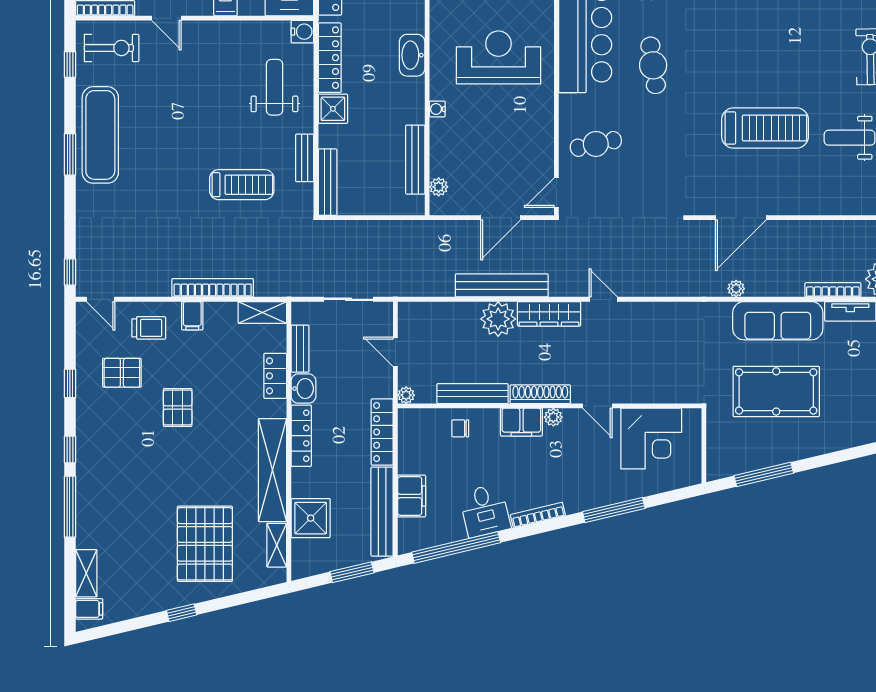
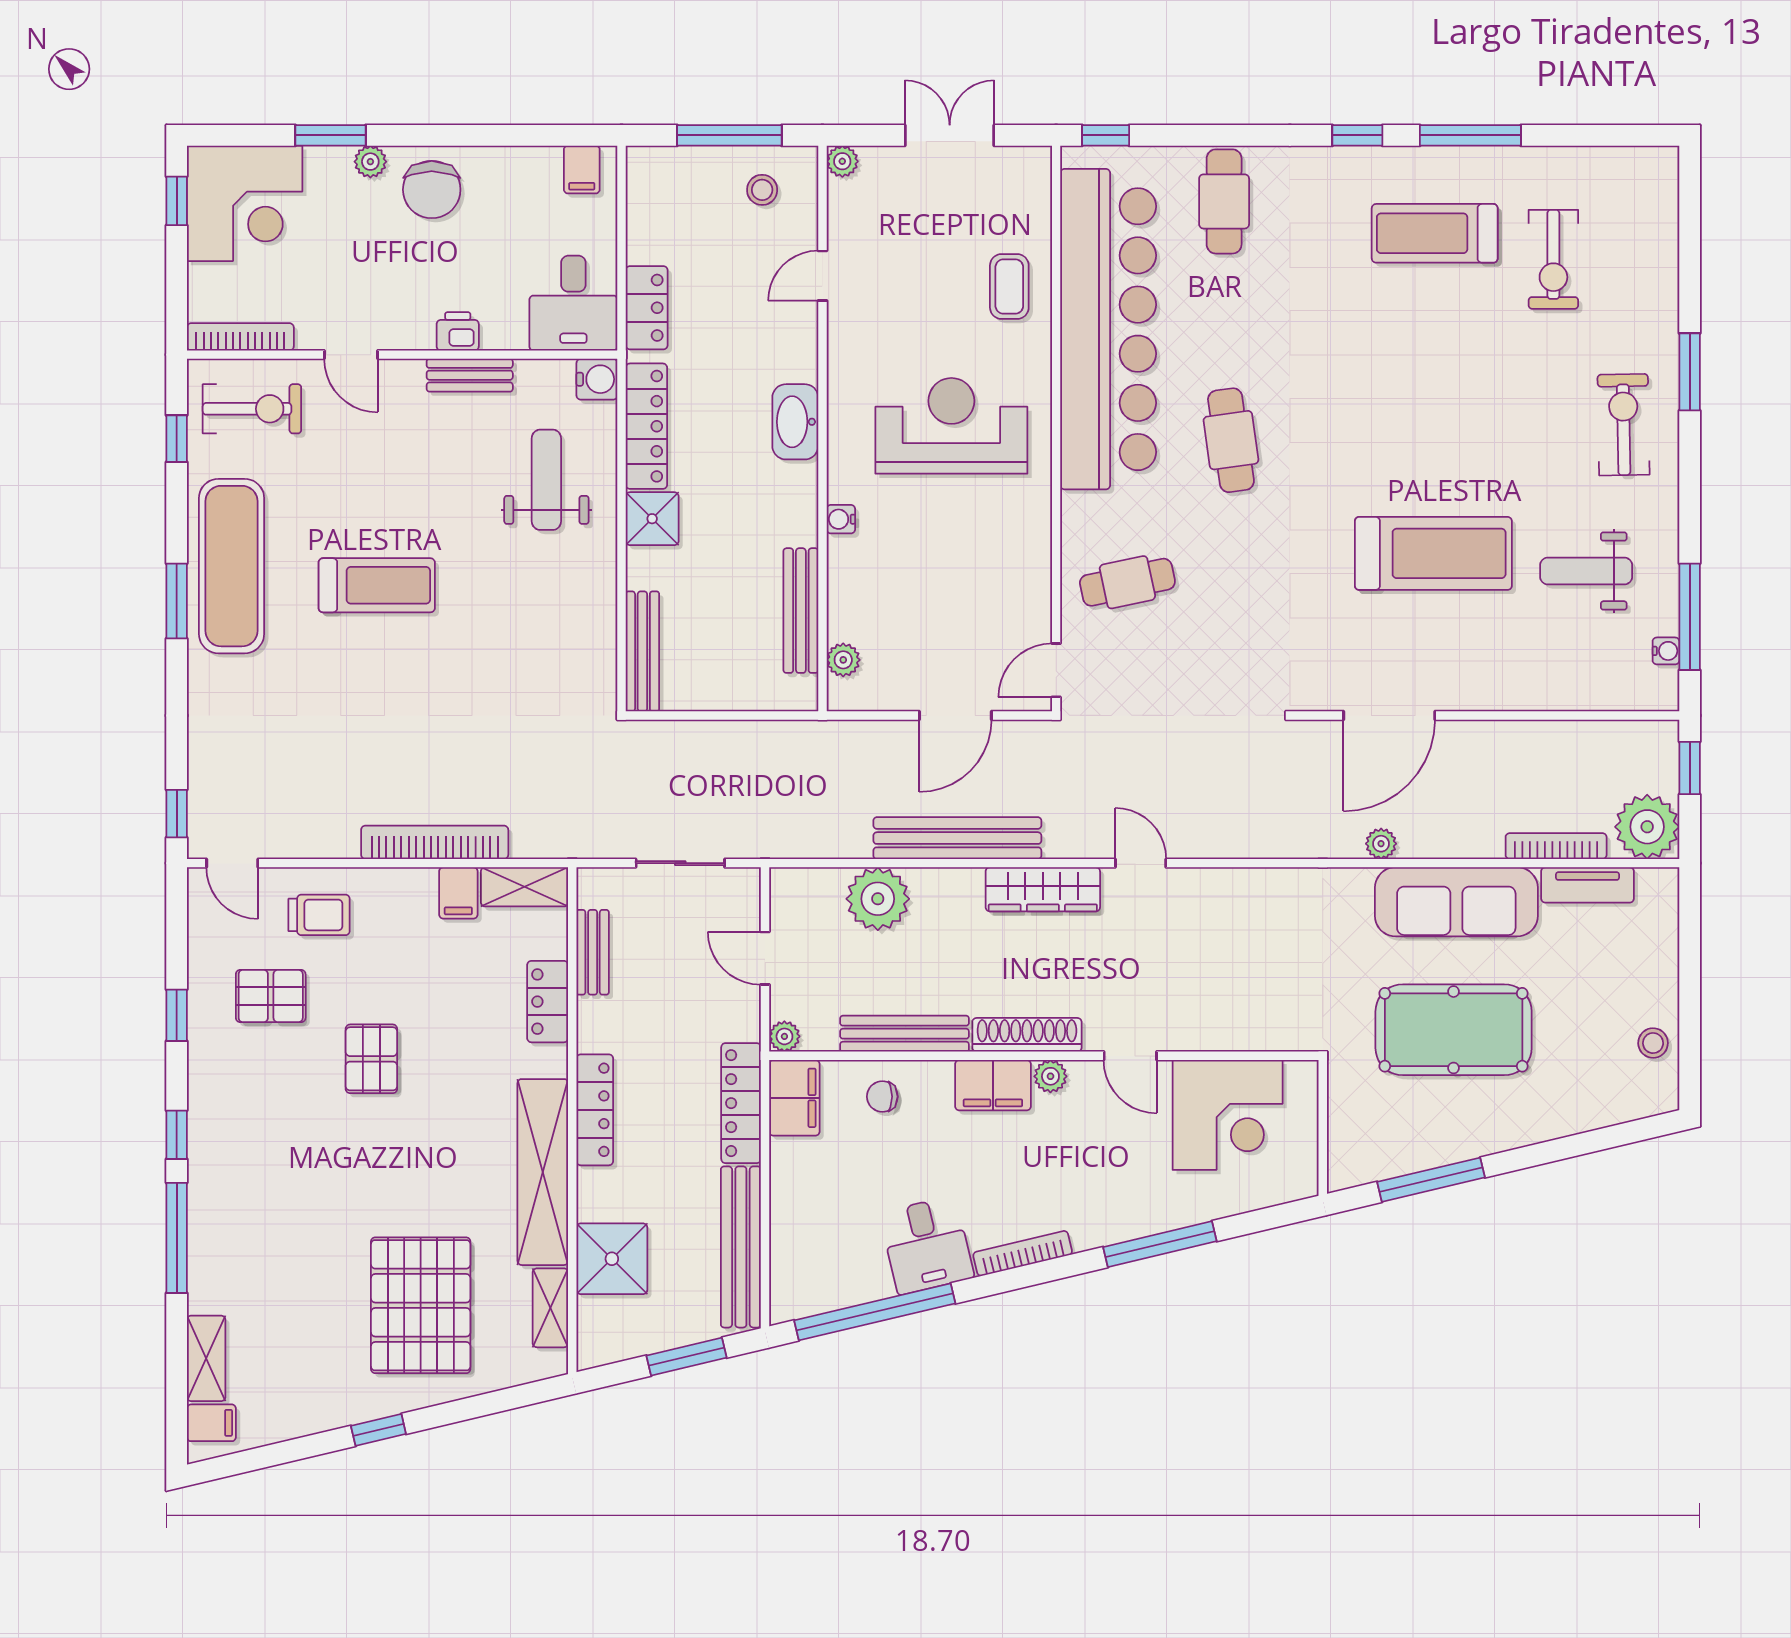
bench: (305, 158) -> (470, 375), moved, turned 90
treadmill: (242, 185) -> (377, 585), moved
filing cabinet: (192, 316) -> (458, 893), moved
plant: (498, 319) -> (878, 899), moved
washbasin: (303, 389) -> (599, 1024), removed
filing cabinet: (412, 496) -> (794, 1098), moved

